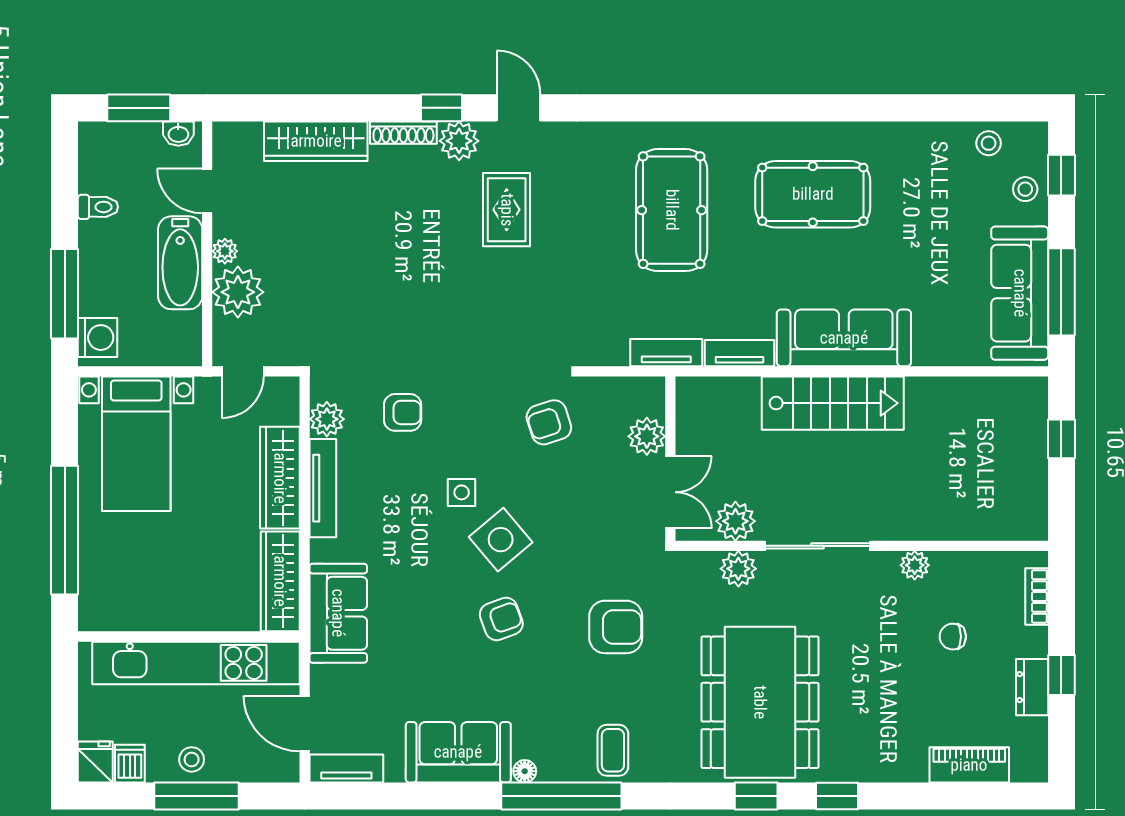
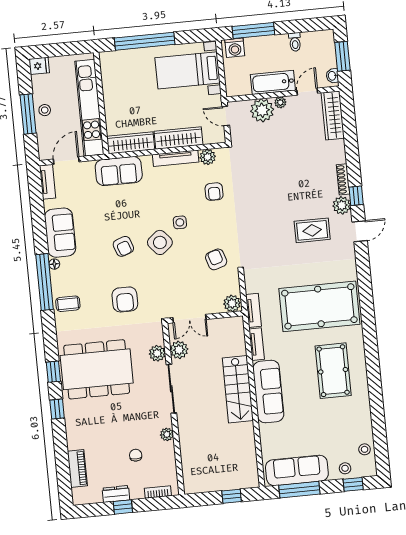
wardrobe: (316, 141) -> (333, 115), moved
pool table: (672, 210) -> (319, 306), width x1.36, depth x1.32
plant: (647, 436) -> (232, 303), moved
dishwasher: (130, 764) -> (40, 82), removed

